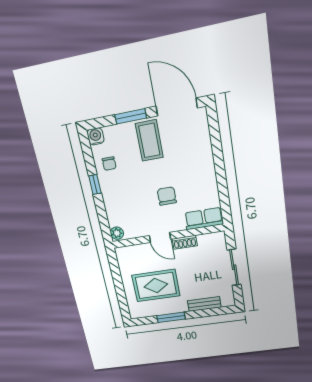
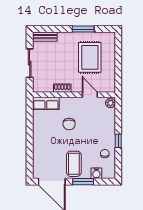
water cooler: (96, 136) -> (96, 173), moved
door: (160, 237) -> (90, 95), moved
rug: (156, 286) -> (90, 57), turned 90
bench: (204, 304) -> (45, 37), moved

